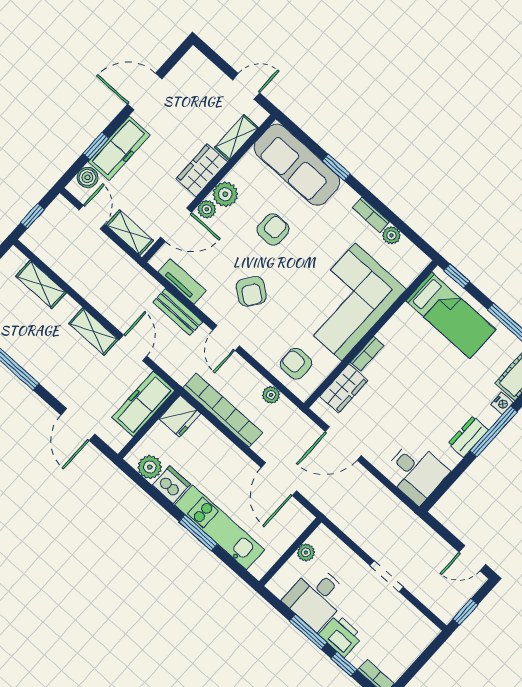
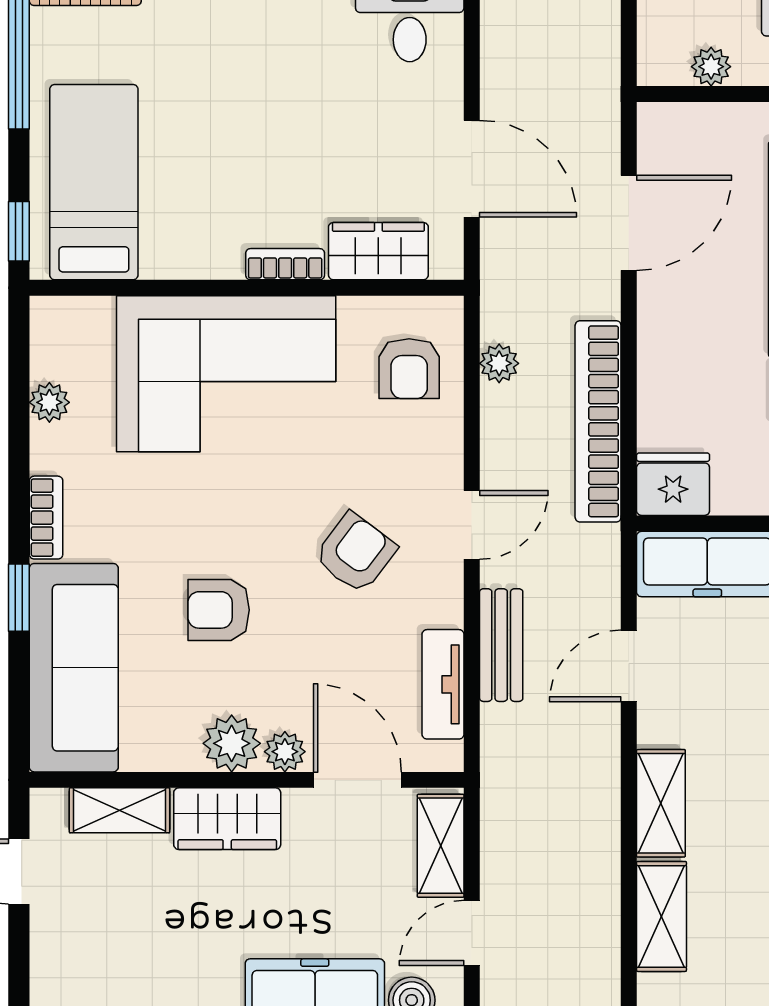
bookcase: (371, 215) -> (46, 518), moved
shelving: (93, 331) -> (661, 803), moved

